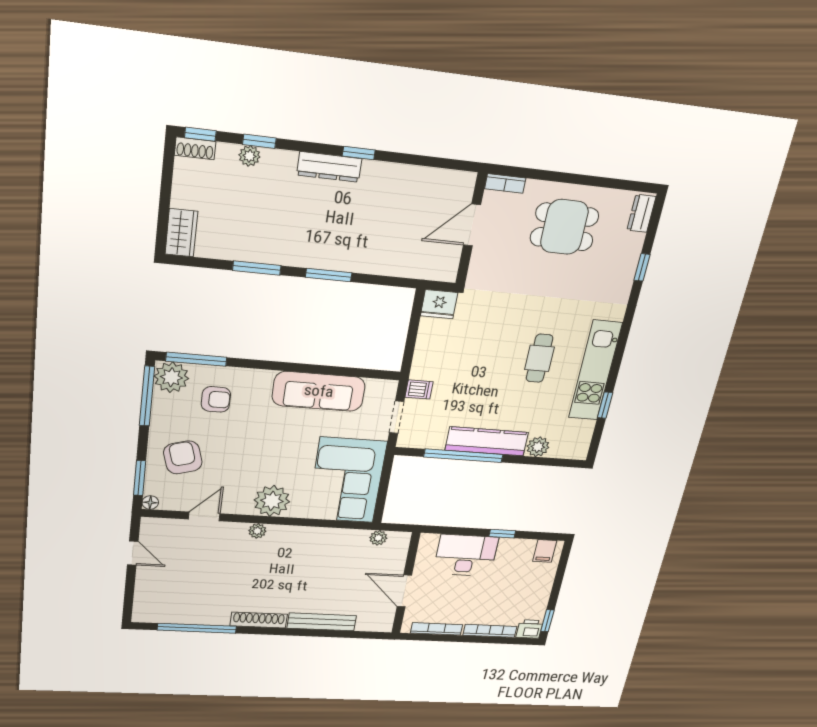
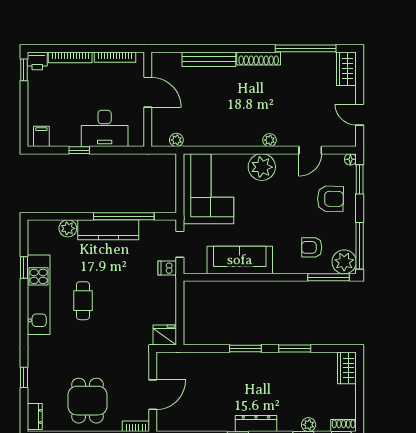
dining table: (564, 227) -> (87, 401), turned 90
armchair: (183, 457) -> (330, 199), turned -73
wardrobe: (146, 604) -> (346, 69), added

